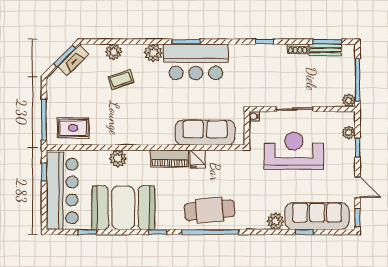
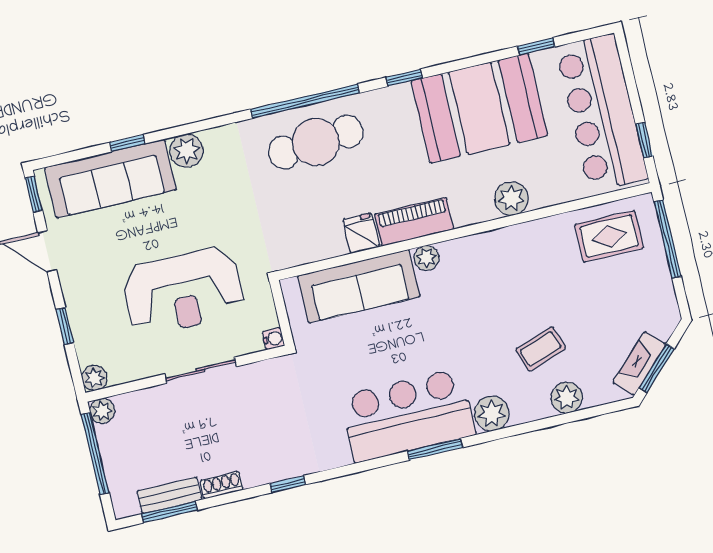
plant: (349, 133) -> (95, 378), moved
plant: (168, 139) -> (426, 258), added

